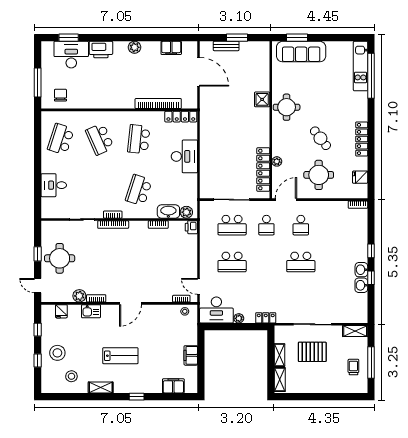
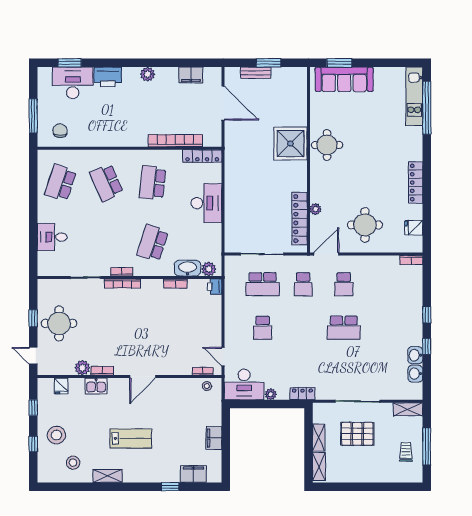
shower: (262, 99) -> (290, 143), width x1.86, depth x1.86
cafe table: (320, 138) -> (367, 182), removed
school desk: (232, 262) -> (263, 328), width x0.54
washbasin: (361, 270) -> (415, 374), moved
window: (137, 397) -> (170, 487), moved

